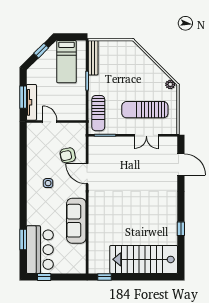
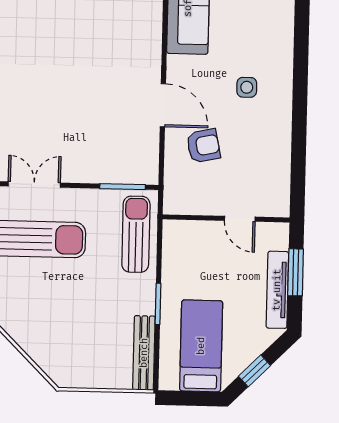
tv unit: (31, 102) -> (277, 290), moved

